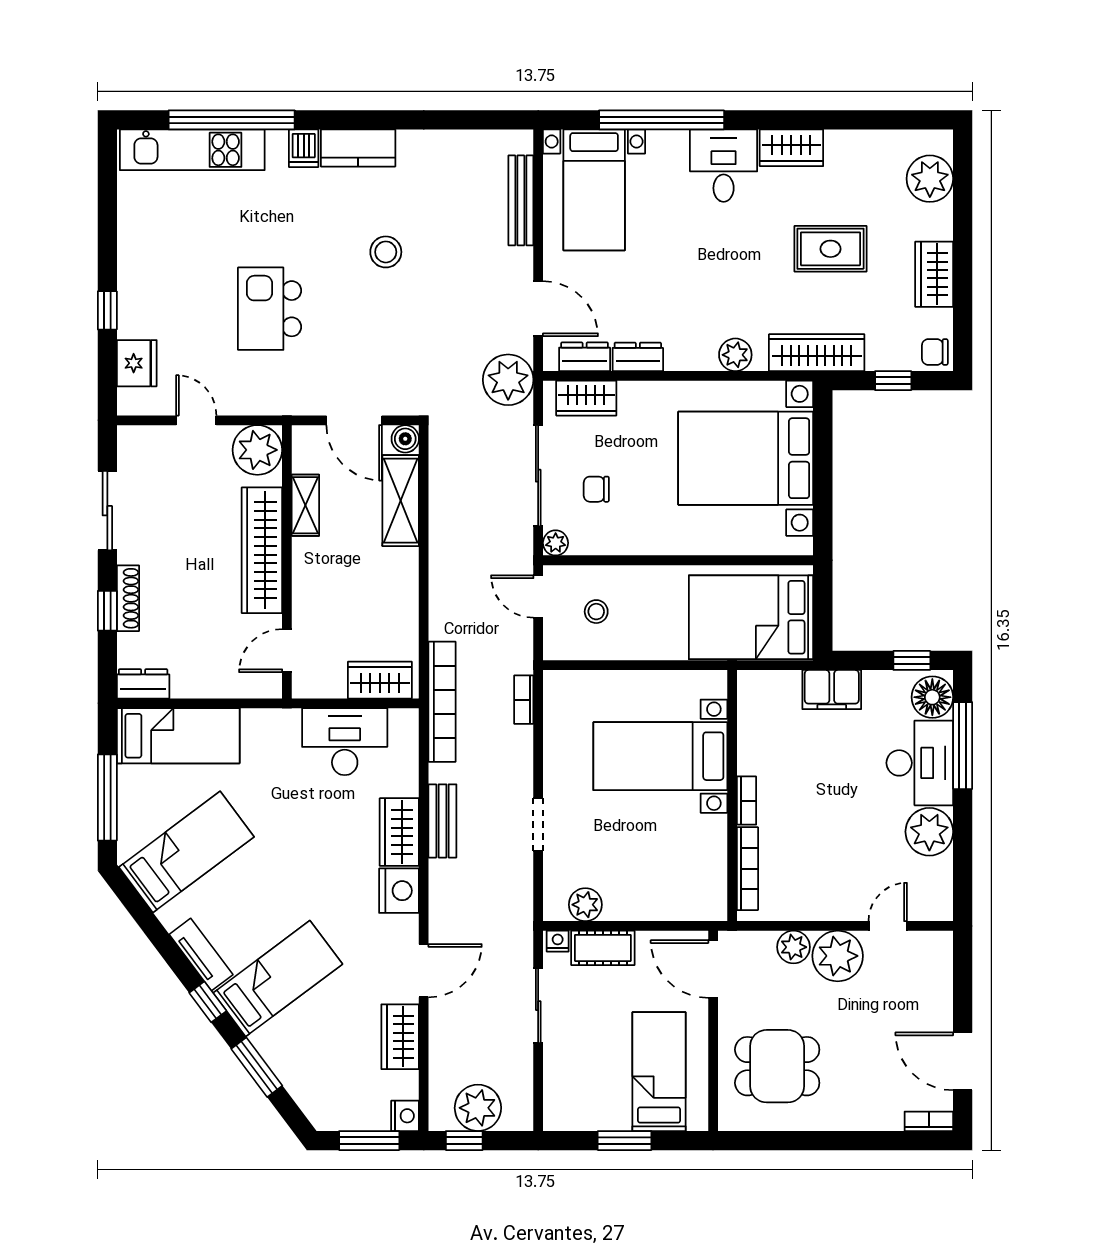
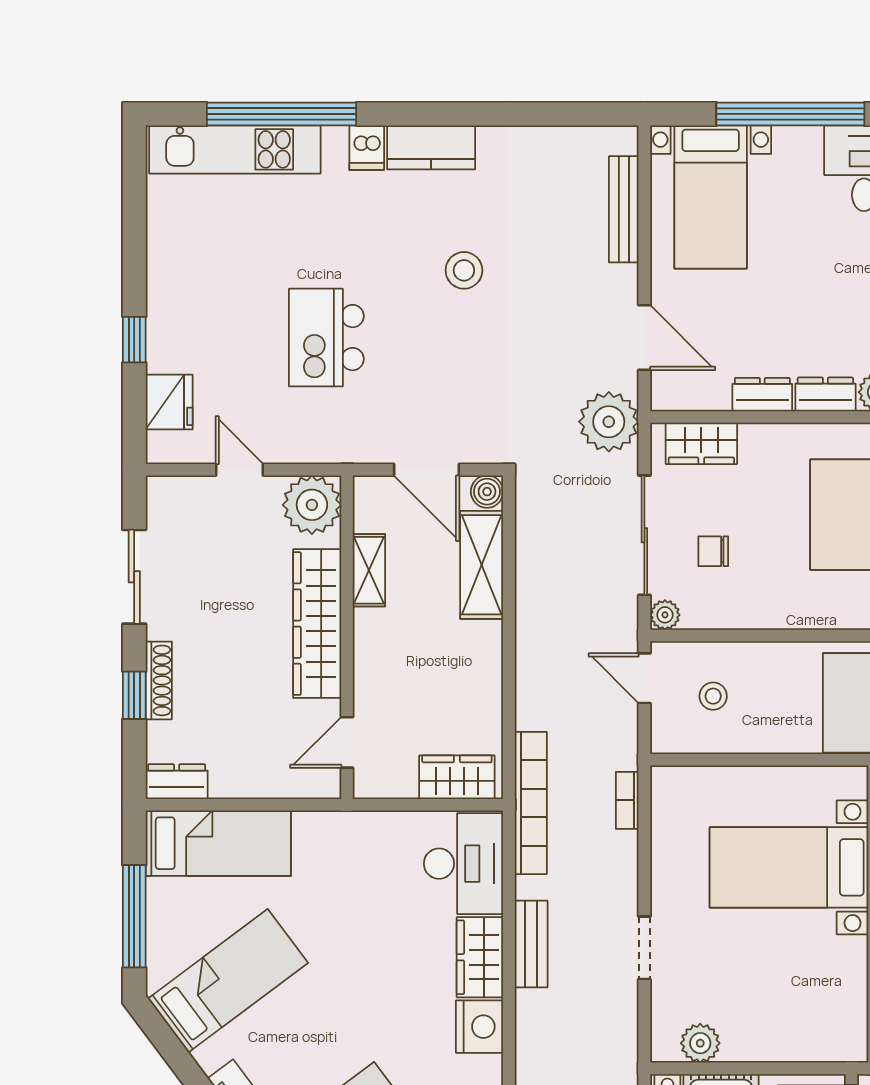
dresser: (585, 357) -> (825, 394), moved
desk: (345, 742) -> (464, 864), moved, turned 90

